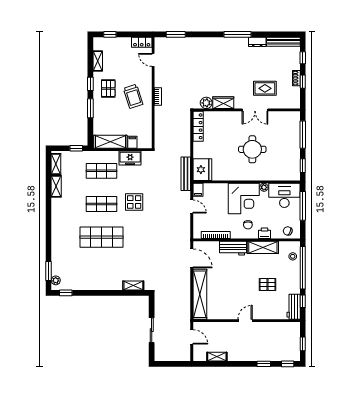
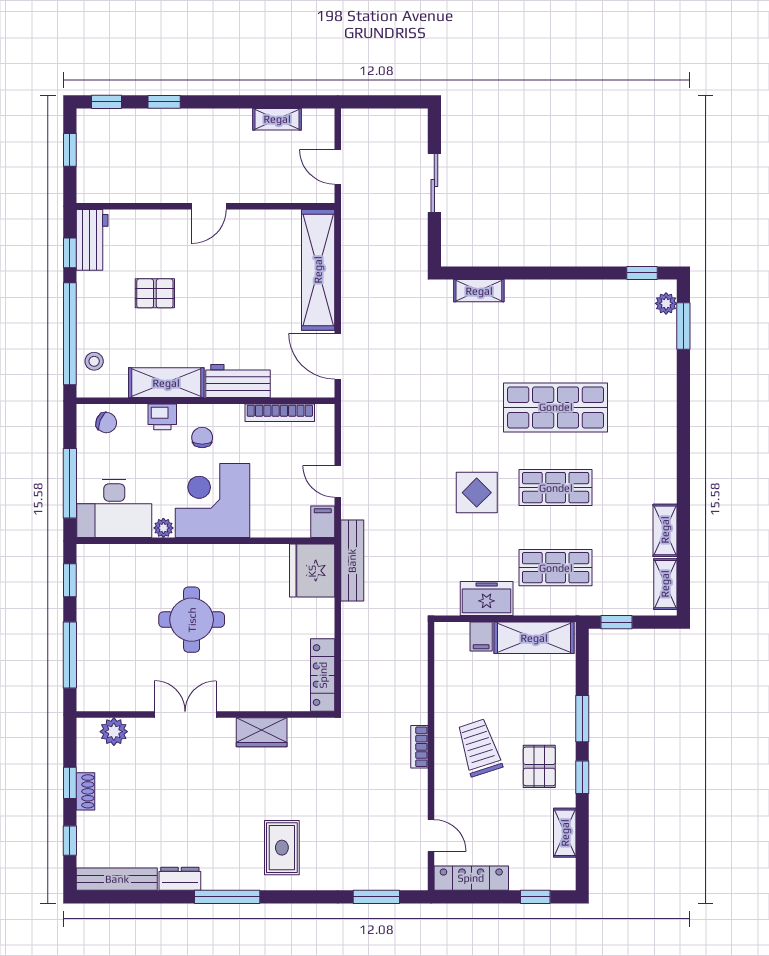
locker: (142, 42) -> (471, 878), width x1.53
rug: (265, 88) -> (282, 848), moved, turned 90
plant: (206, 103) -> (114, 732), moved

